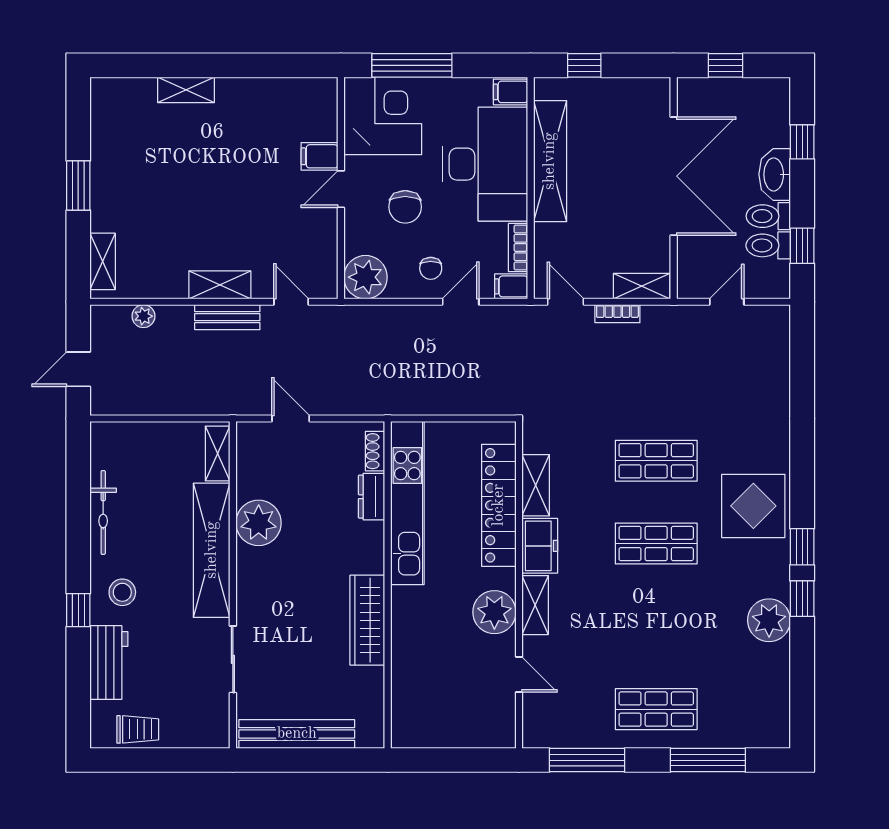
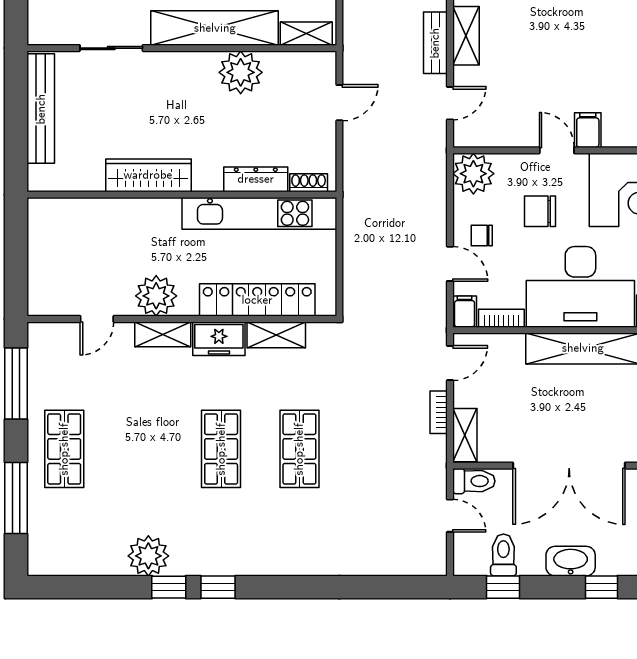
toilet: (768, 216) -> (474, 481), moved, turned 90
dresser: (372, 497) -> (256, 179), width x1.44
display table: (753, 506) -> (257, 541), removed

